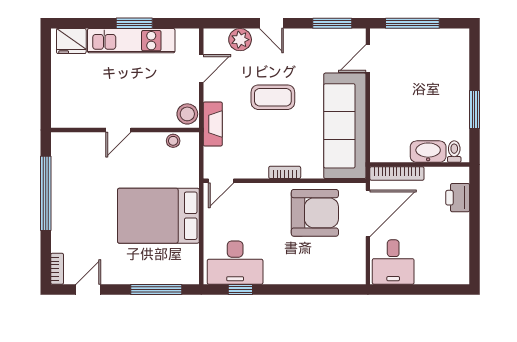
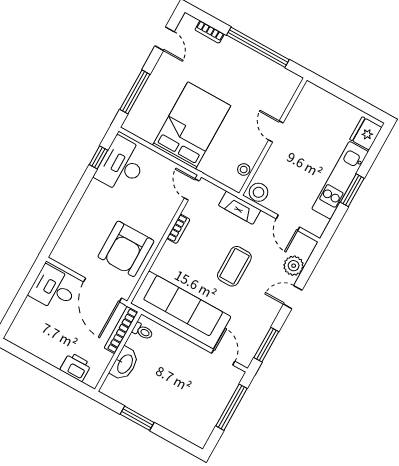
toilet: (454, 152) -> (143, 331), moved
bookcase: (285, 172) -> (178, 229), moved
bookcase: (57, 269) -> (210, 32), moved

